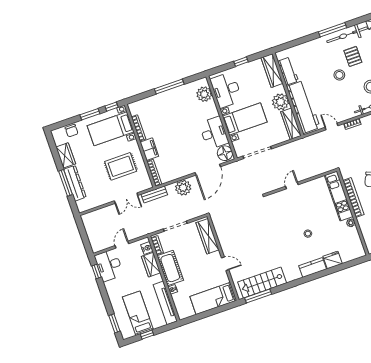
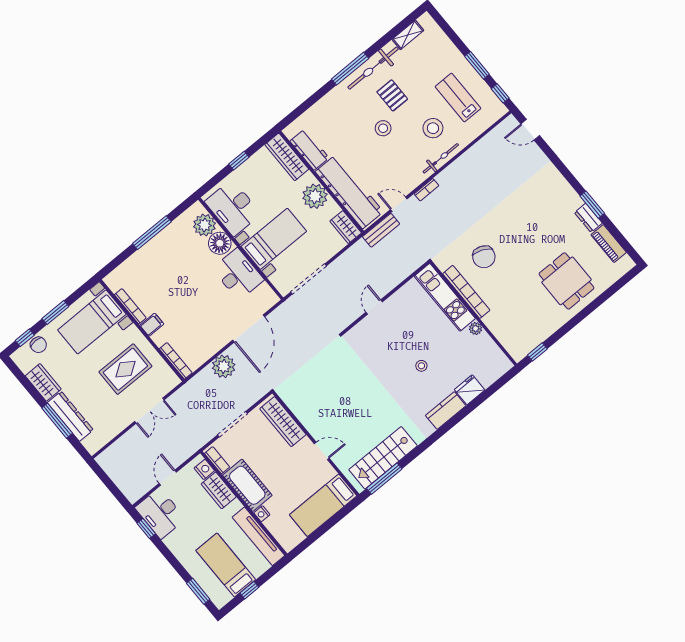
window: (112, 107) -> (25, 338), moved
wardrobe: (291, 124) -> (346, 227), width x0.67
filing cabinet: (149, 149) -> (152, 325), width x0.50
floor lamp: (225, 153) -> (220, 243), moved
bench: (154, 194) -> (381, 230), moved

